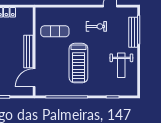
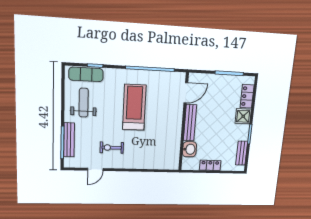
washbasin: (27, 27) -> (189, 149), added
exercise mat: (55, 31) -> (86, 74), moved

